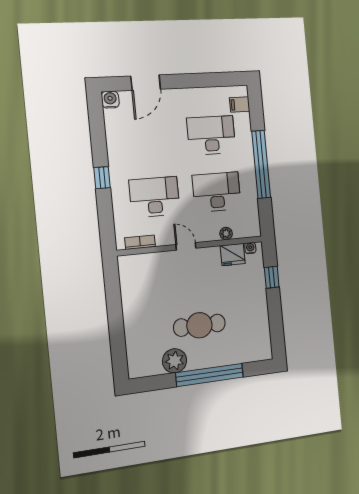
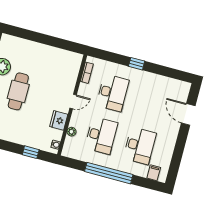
water cooler: (110, 100) -> (185, 87), removed
fridge: (233, 255) -> (59, 120), moved

